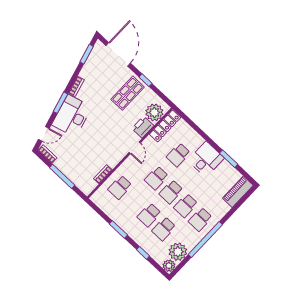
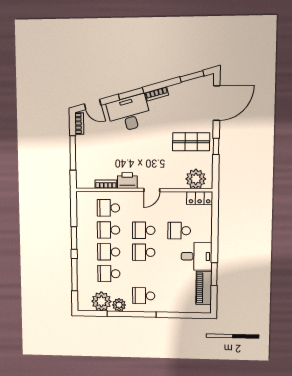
locker: (165, 126) -> (200, 198), width x0.66
printer: (143, 127) -> (127, 181), moved
piano: (238, 192) -> (204, 288), moved, turned -90
school desk: (186, 206) -> (109, 230), moved
window: (143, 253) -> (74, 275), width x2.17
plant: (169, 266) -> (119, 305), moved

